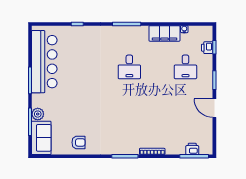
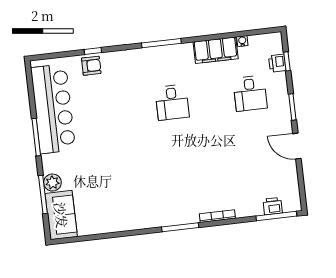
armchair: (78, 142) -> (91, 66), moved

